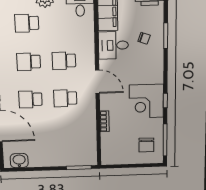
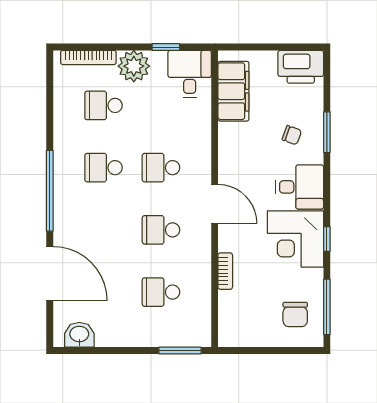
desk: (113, 45) -> (300, 187), moved, turned 180
school desk: (30, 99) -> (161, 292), moved

